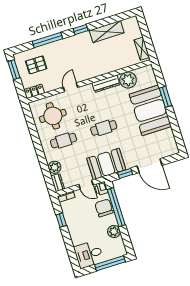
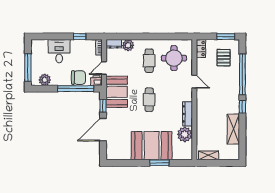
window: (47, 40) -> (242, 74), width x1.46
plant: (114, 231) -> (45, 80), moved
desk: (89, 254) -> (59, 51), moved

